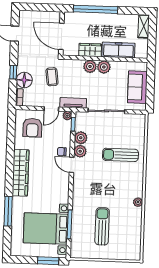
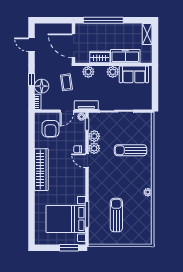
plant: (90, 66) -> (88, 72), moved
sofa: (137, 87) -> (134, 74), moved, turned -90
window: (8, 211) -> (31, 205), removed

